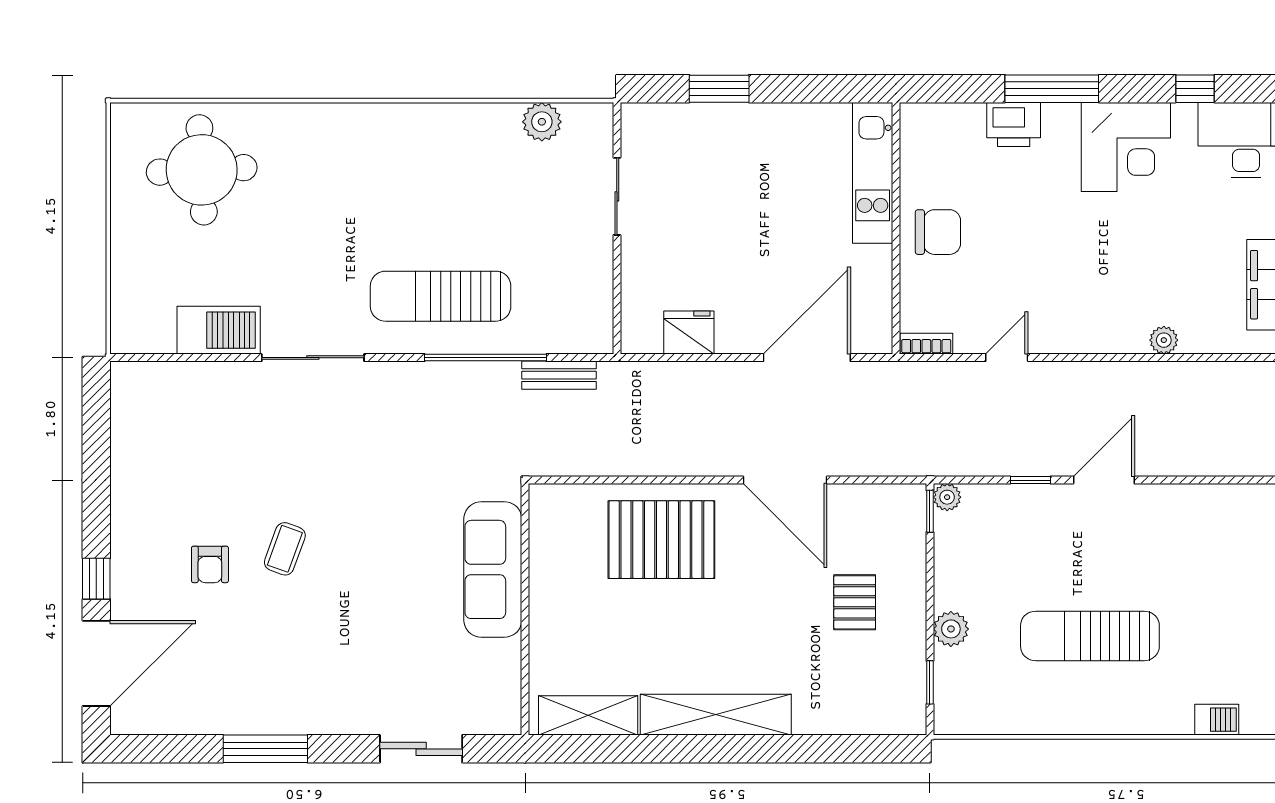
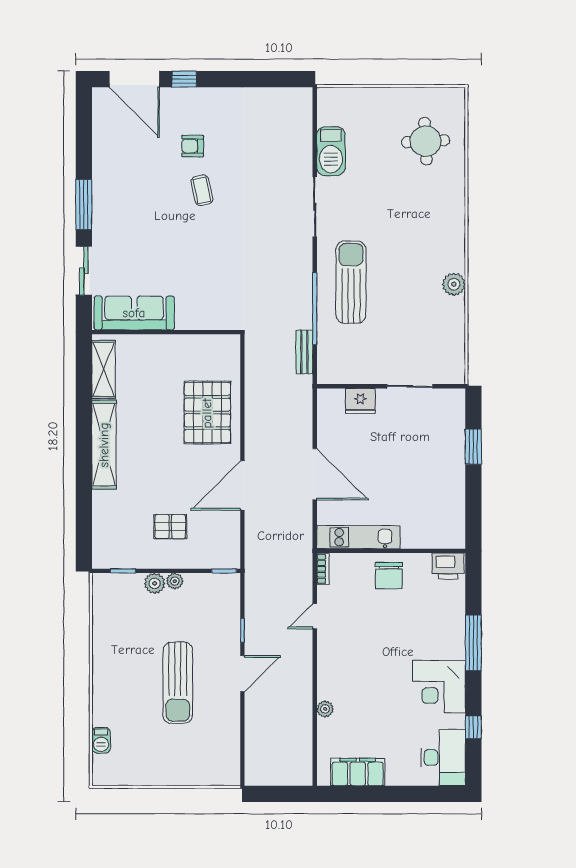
plant: (542, 122) -> (454, 284), moved
printer: (1014, 125) -> (448, 566), moved, turned -90
round table: (202, 170) -> (425, 141), width x0.73, depth x0.73
kitchen unit: (873, 173) -> (358, 537), moved
fridge: (689, 333) -> (360, 401), moved, turned 90
door: (807, 358) -> (315, 474), moved
door: (1007, 358) -> (315, 616), swing flipped
door: (1104, 480) -> (242, 674), hinge flipped
plant: (947, 497) -> (175, 581), moved
coffee table: (285, 549) -> (202, 190), turned 58
sofa: (493, 569) -> (134, 313), moved
sun lounger: (1090, 636) -> (178, 683), moved, turned 180
window: (265, 749) -> (84, 204), moved

